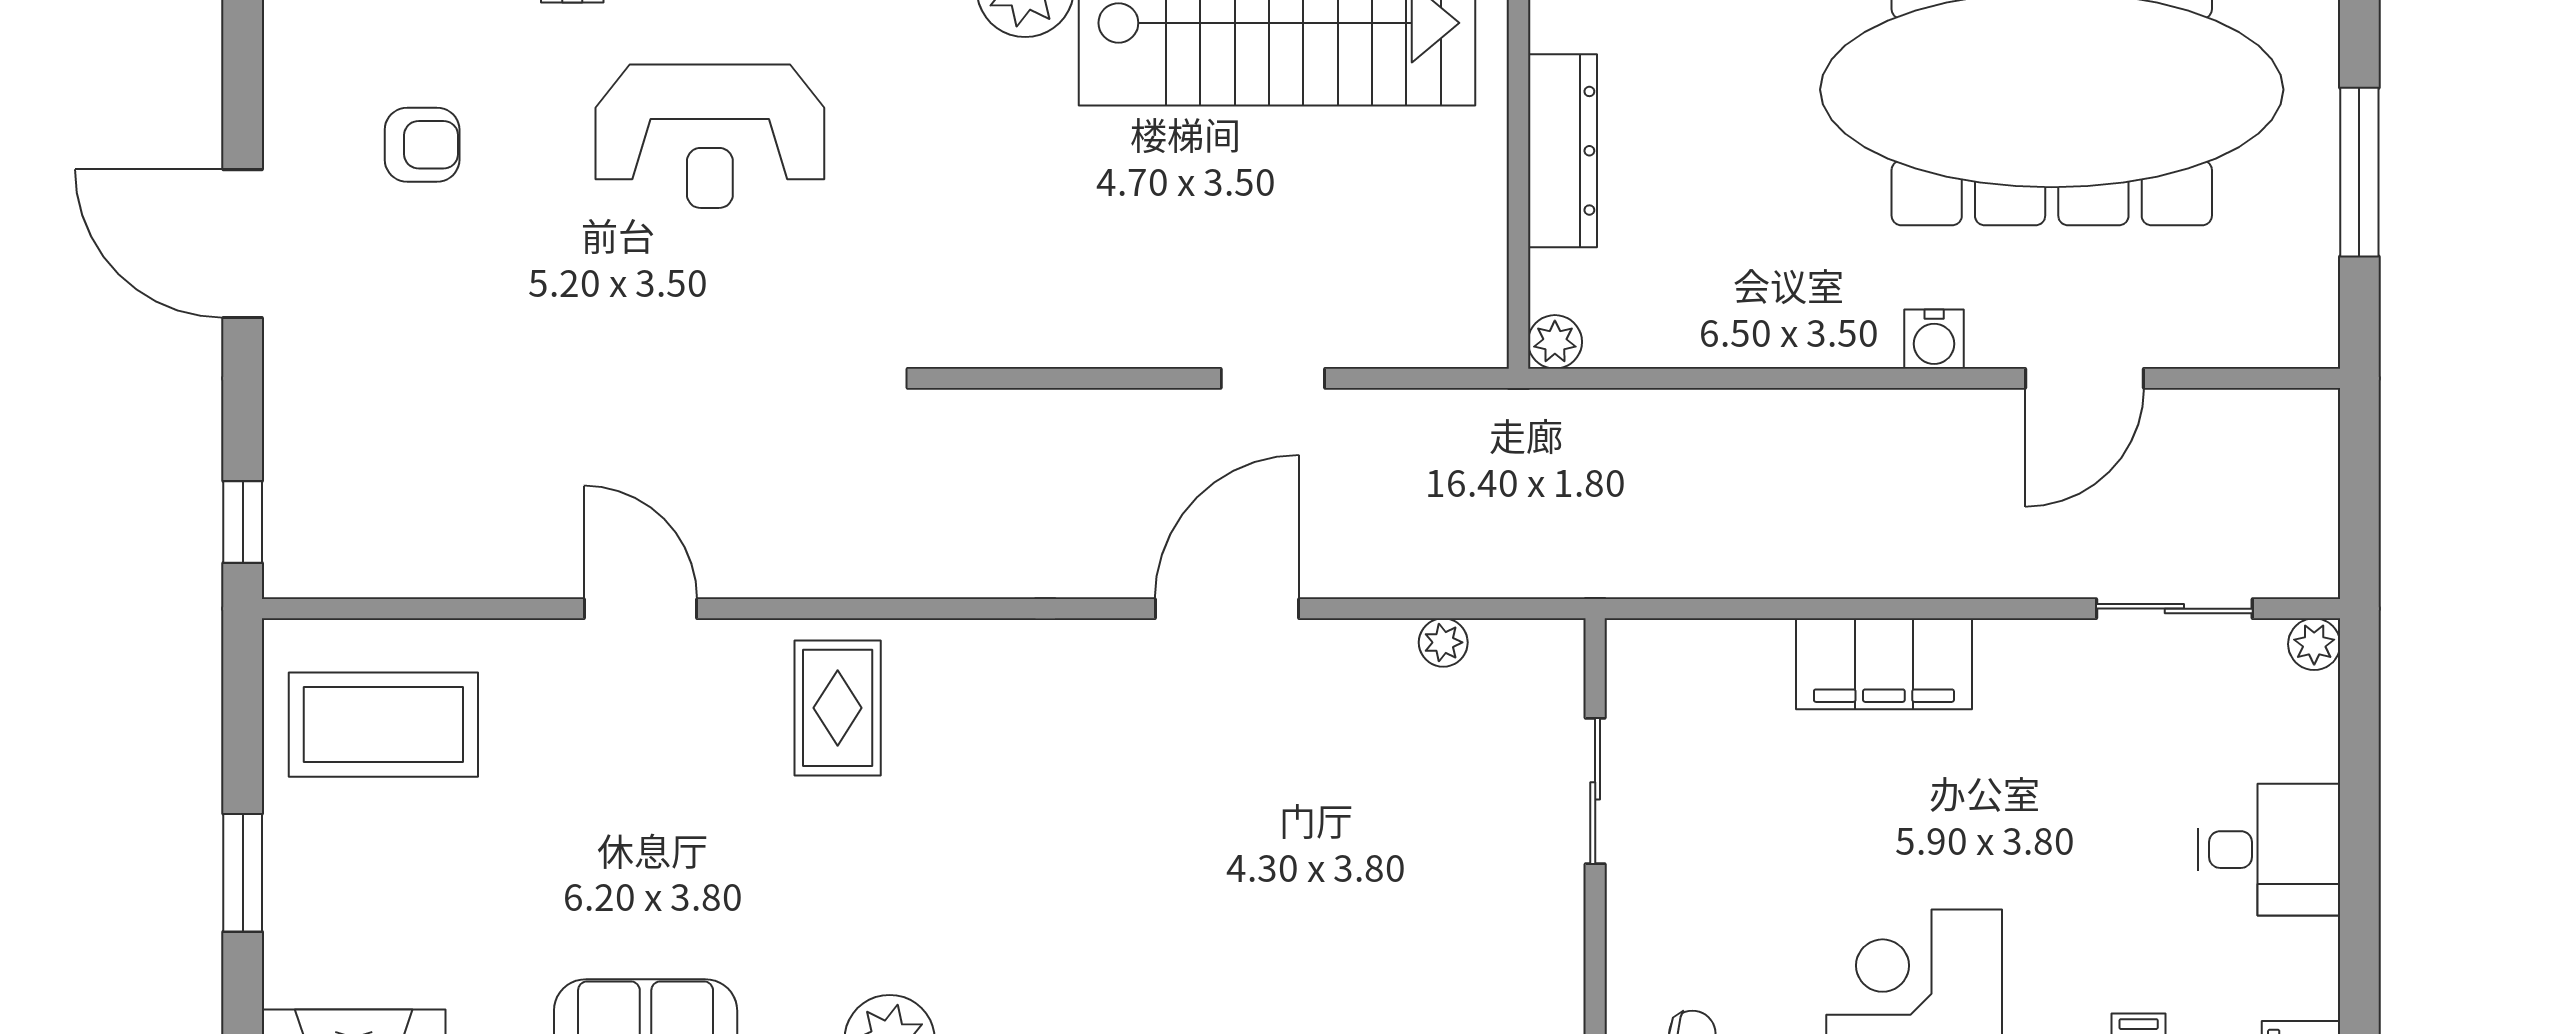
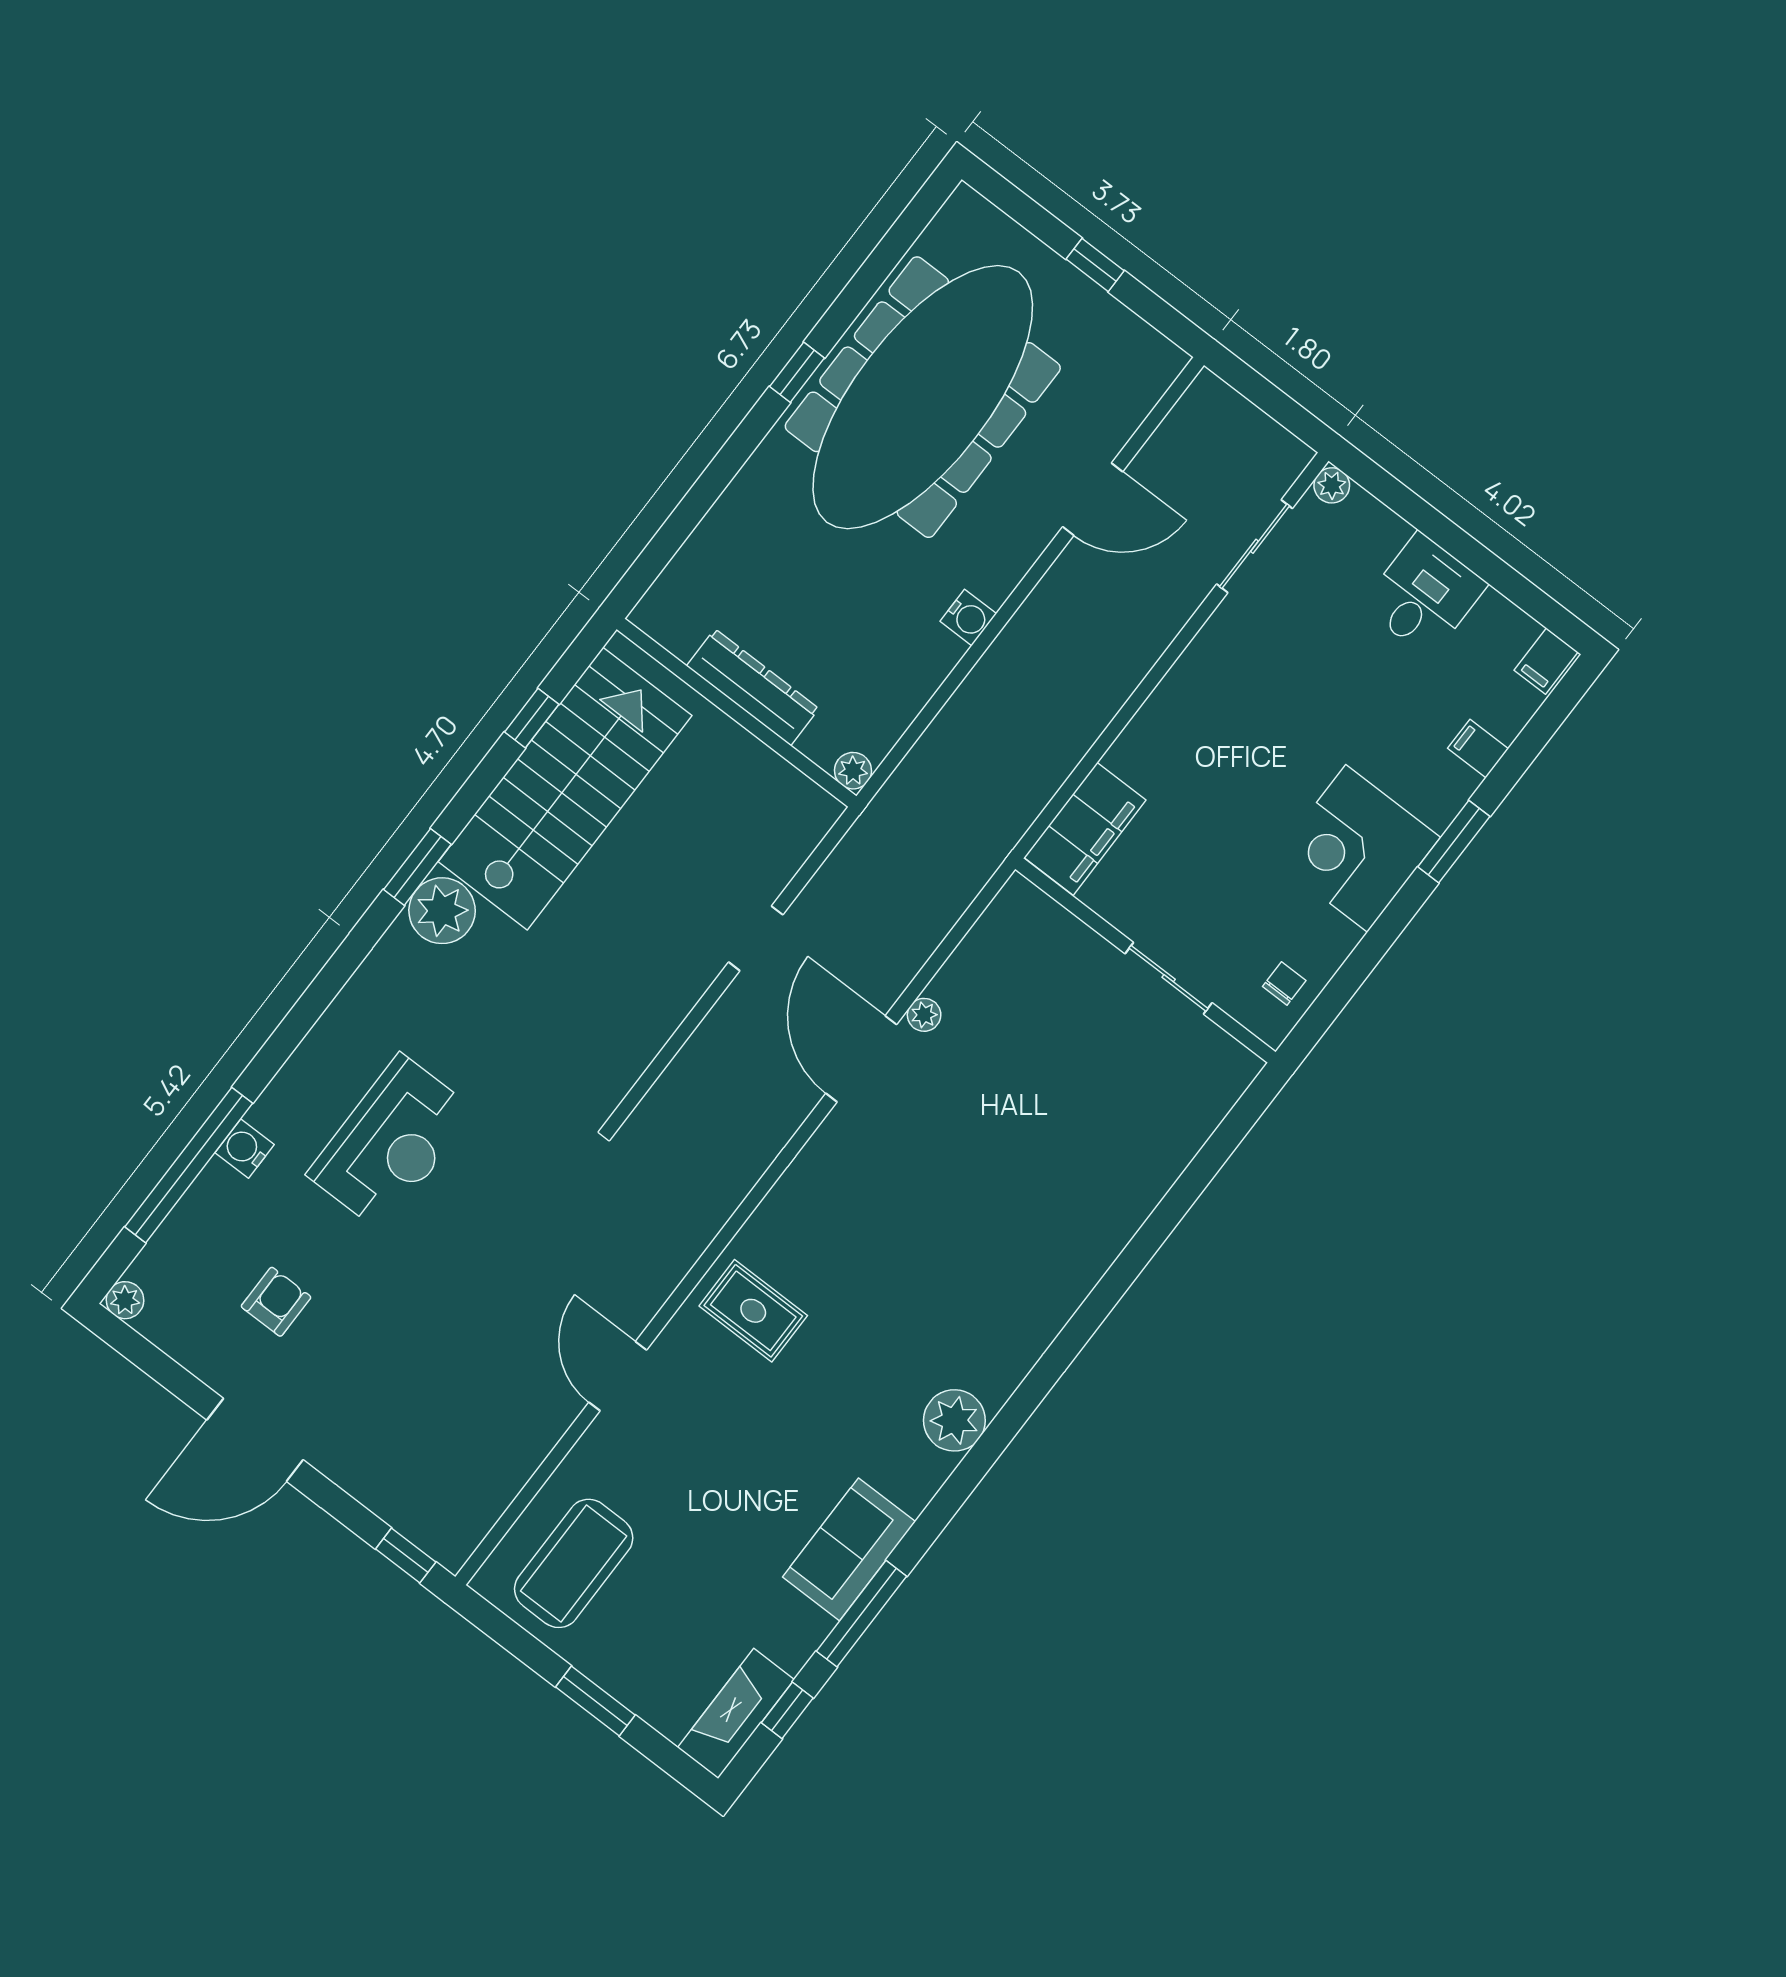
window: (2359, 172) -> (1095, 265), width x0.46
water cooler: (1934, 339) -> (968, 617), moved
door: (2085, 378) -> (1093, 499), hinge flipped
door: (641, 609) -> (618, 1376), hinge flipped
plant: (1443, 642) -> (924, 1015), moved
filing cabinet: (1884, 664) -> (1085, 829), moved
sliding door: (1595, 791) -> (1169, 978), moved

